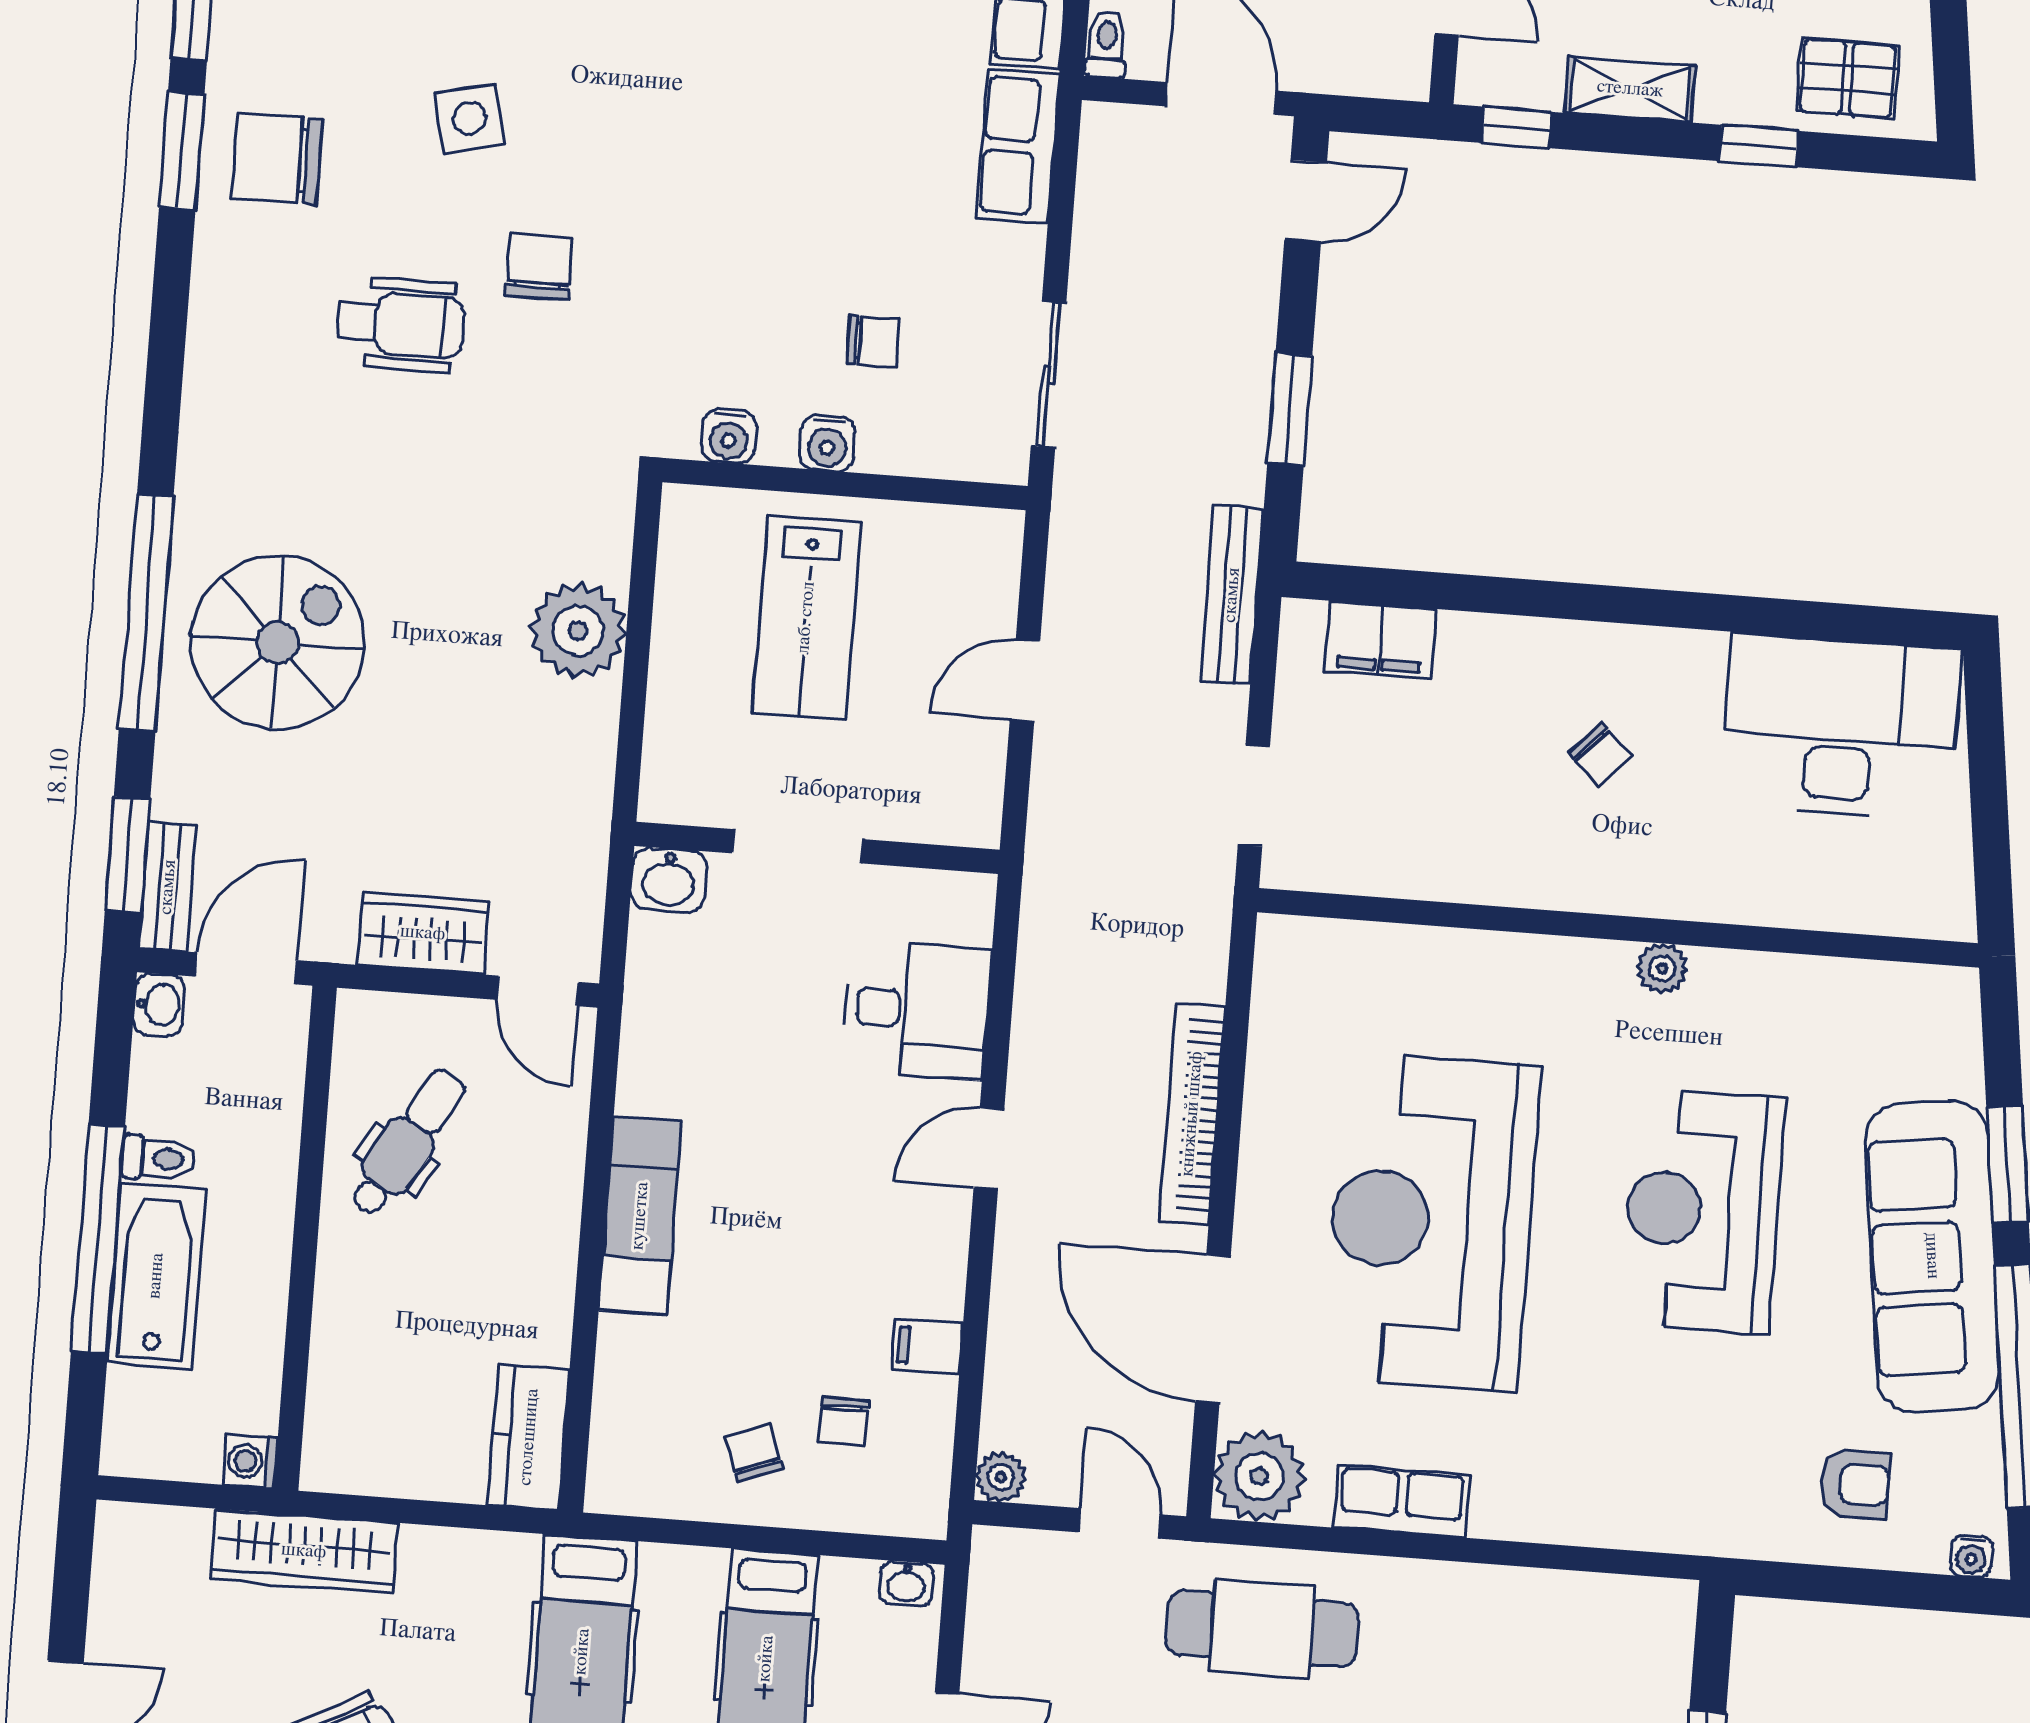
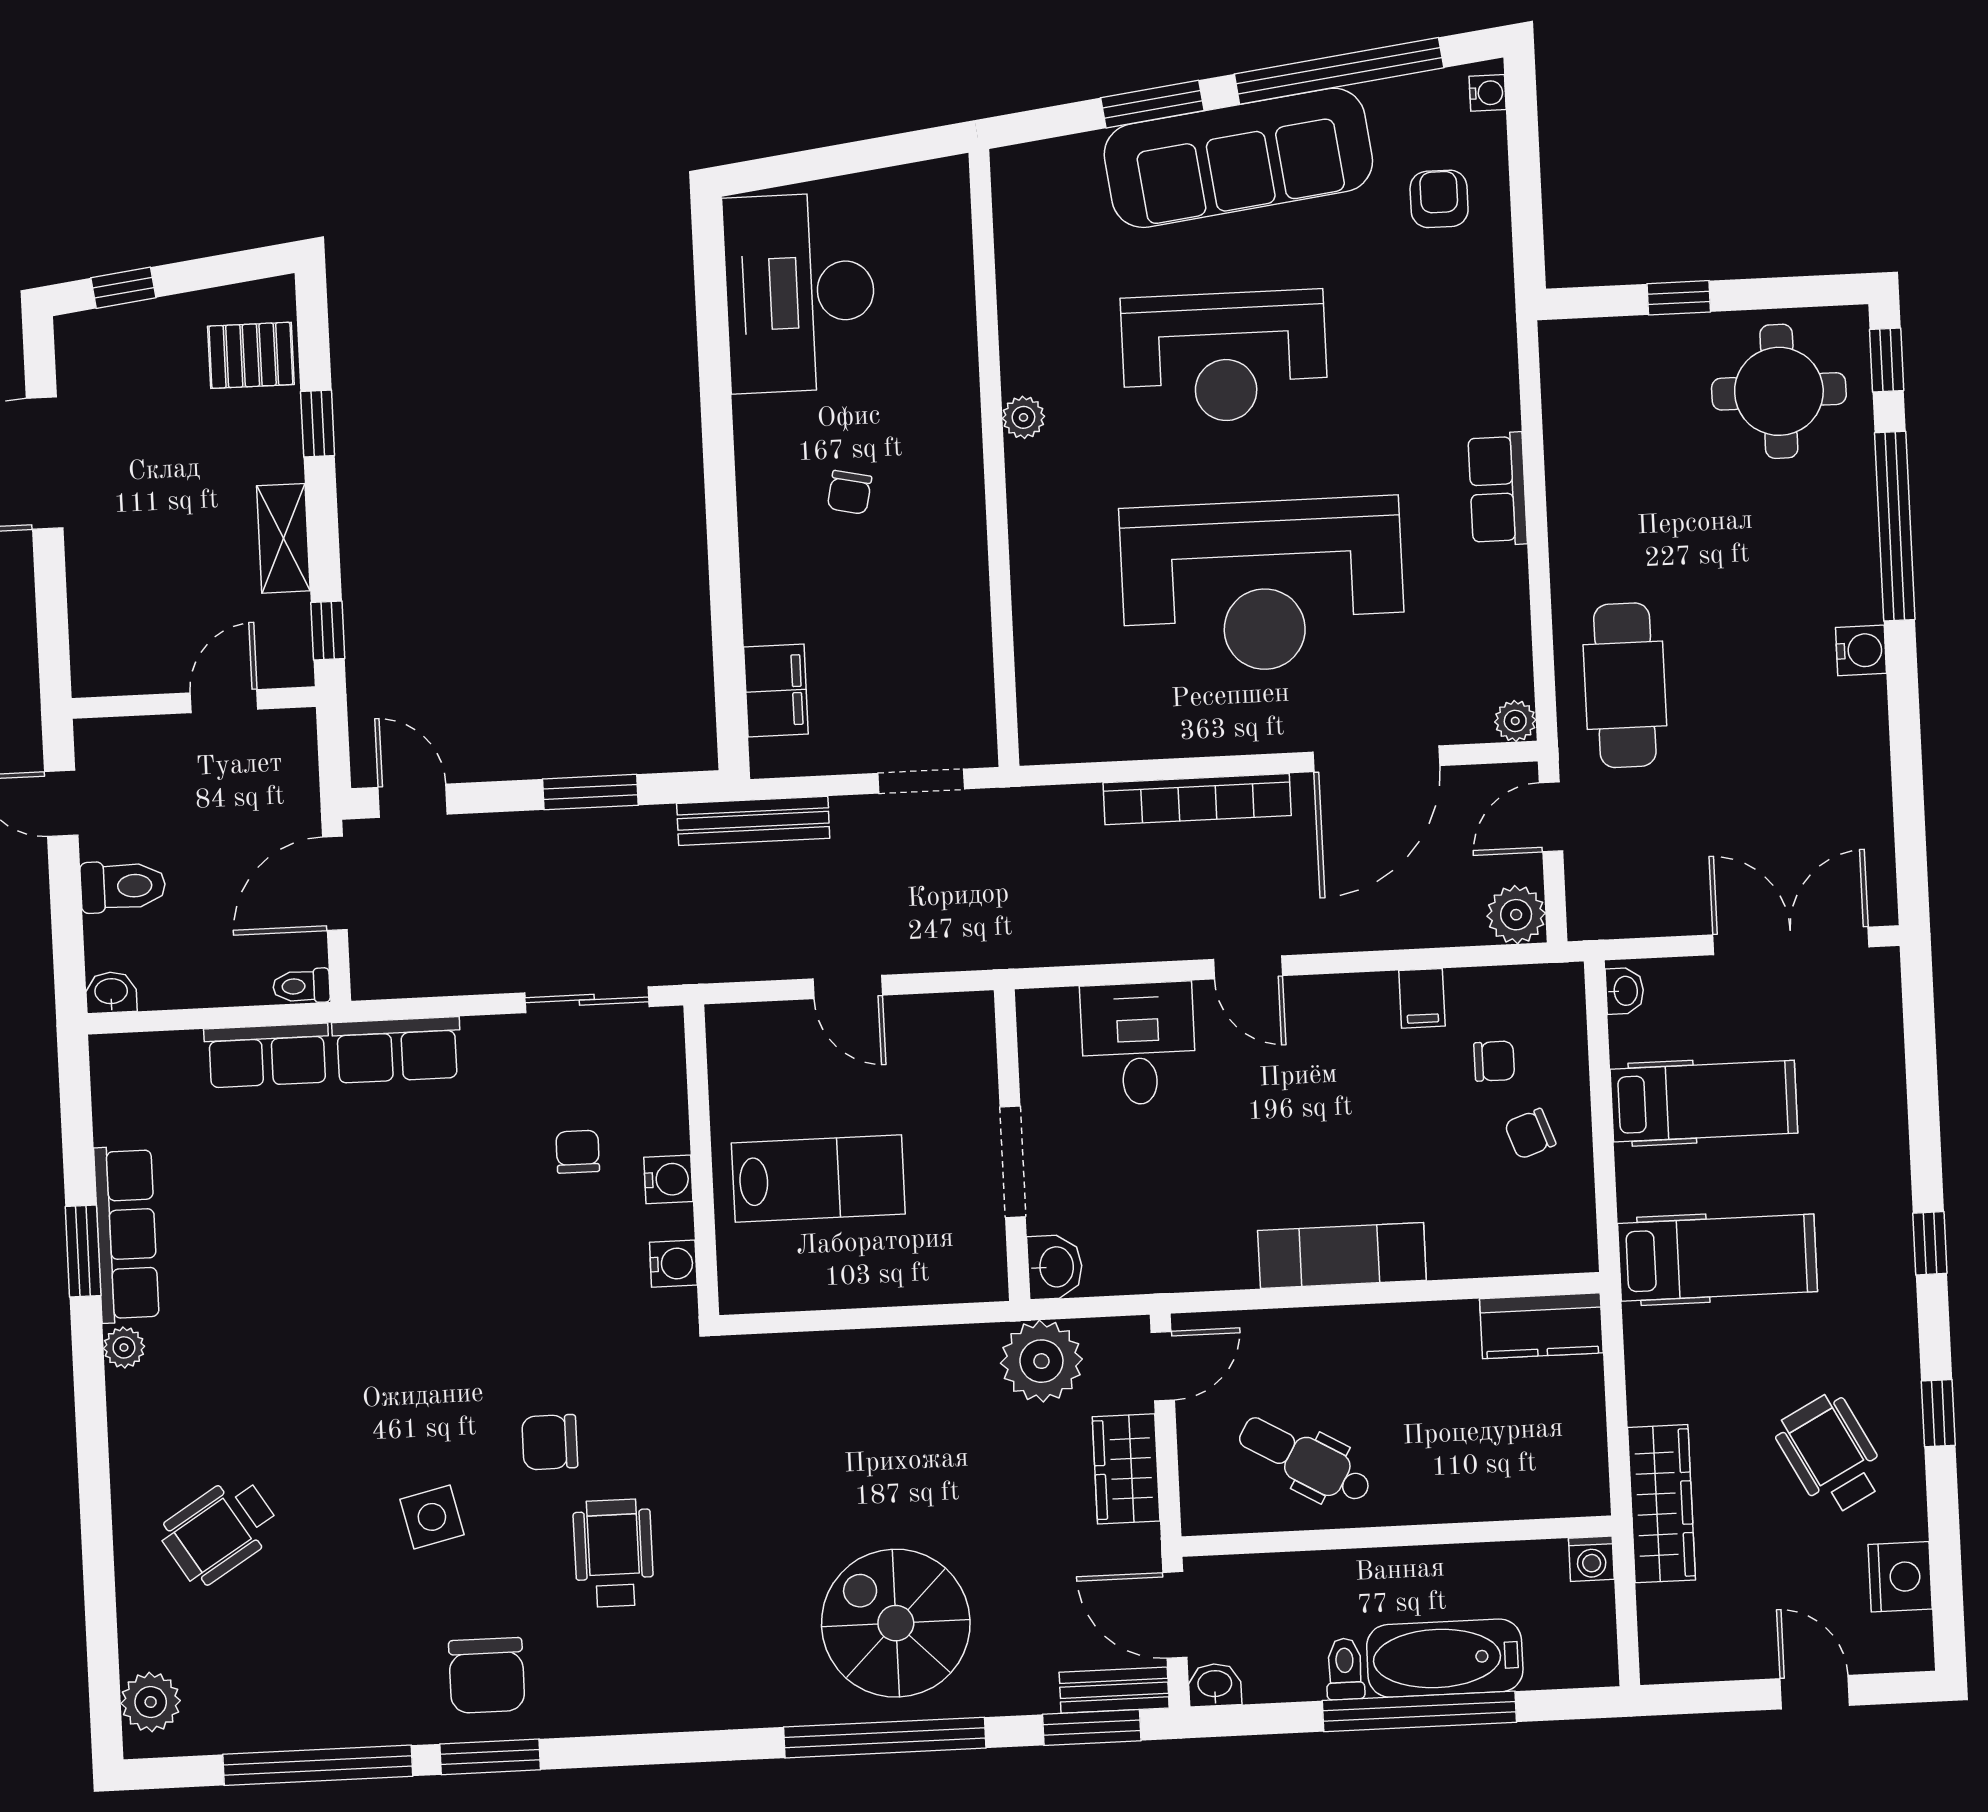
pallet: (1848, 78) -> (251, 355), turned 90
plant: (578, 631) -> (1041, 1361), moved
chair: (1600, 755) -> (849, 492), turned 148
plant: (1259, 1476) -> (1515, 721), width x0.53, depth x0.53
plant: (1001, 1477) -> (1516, 915), width x1.38, depth x1.38
row of seats: (1402, 1501) -> (1498, 489), moved

